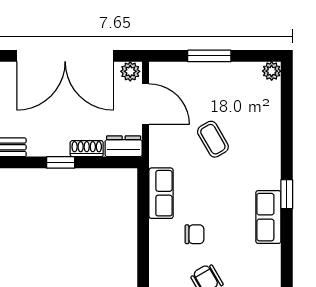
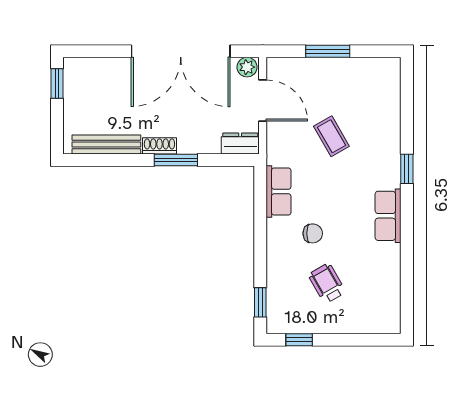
plant: (272, 71) -> (391, 67), removed
shoe rack: (87, 149) -> (159, 146), moved
window: (61, 162) -> (176, 160), width x1.50
window: (287, 194) -> (407, 169), moved

